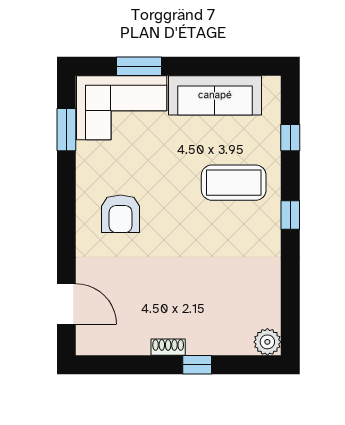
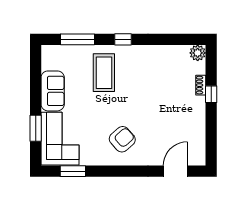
sofa: (215, 95) -> (53, 91), width x0.73
window: (290, 138) -> (78, 39), width x2.17
armchair: (121, 214) -> (122, 139), turned -41
shoe rack: (168, 347) -> (201, 85), moved

